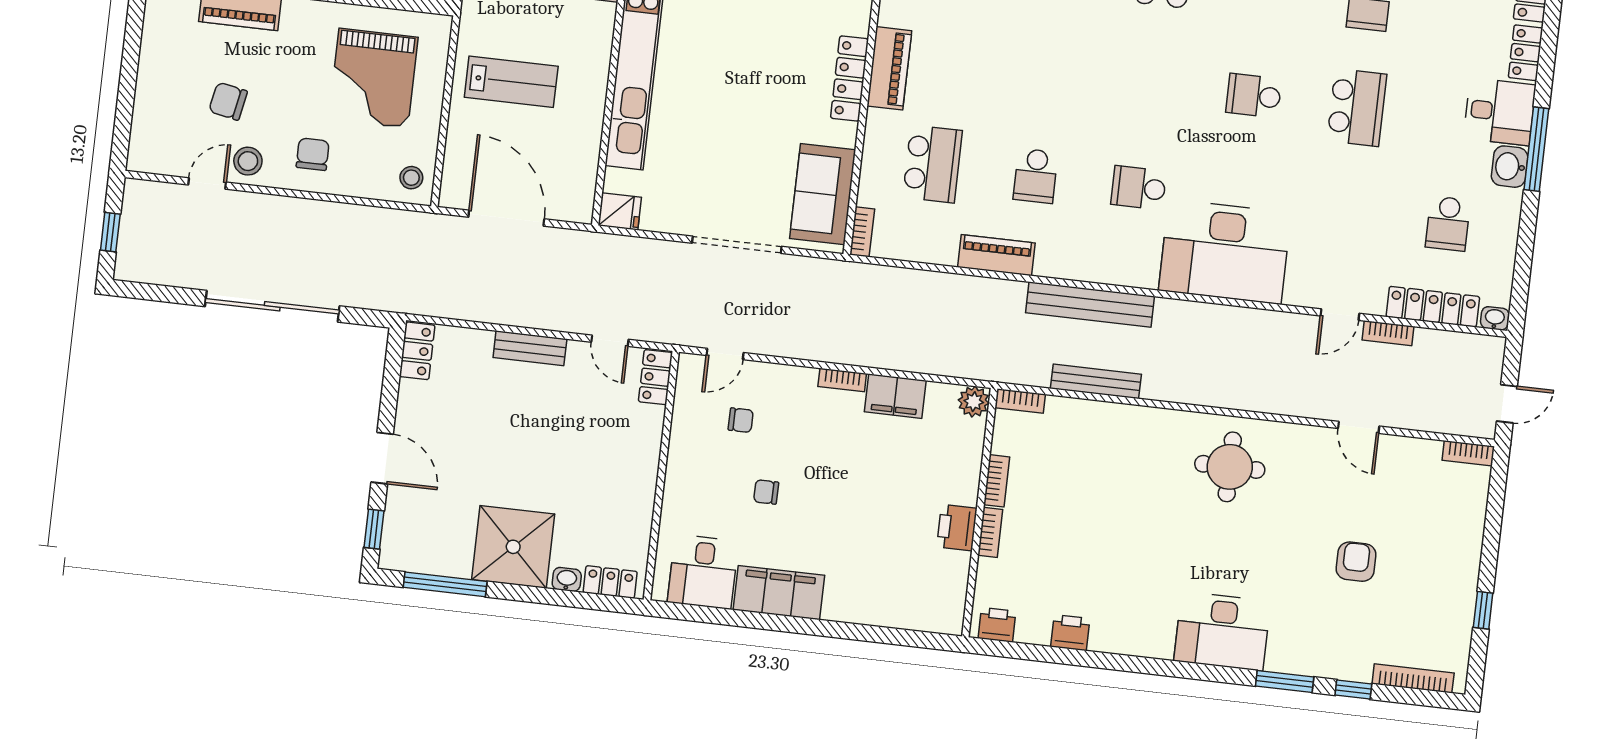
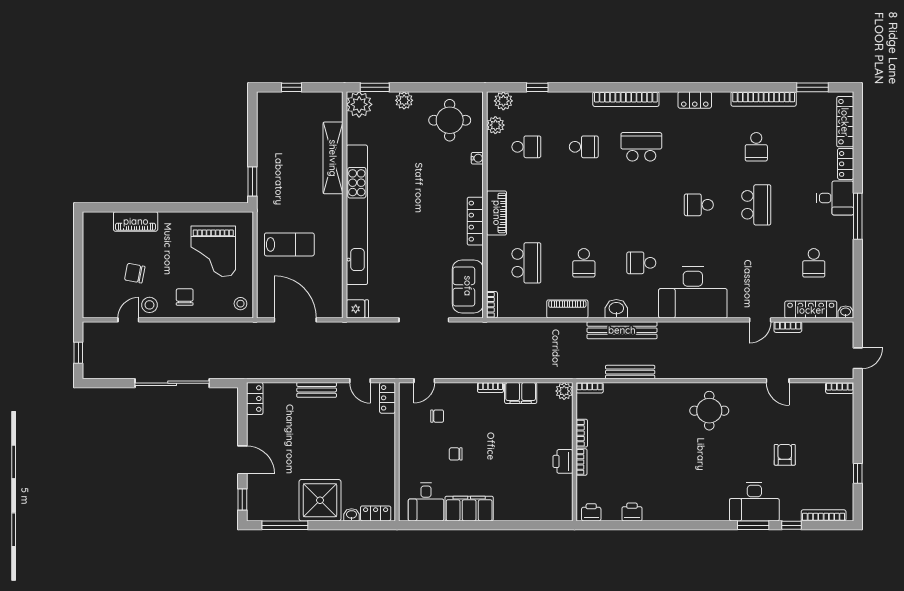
washbasin: (1510, 167) -> (616, 309), moved, turned 90
desk: (1222, 631) -> (754, 502), moved

